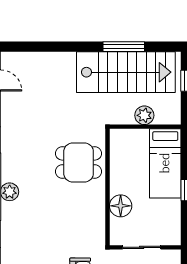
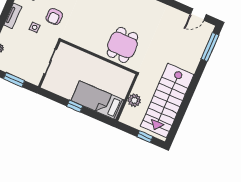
window: (124, 47) -> (210, 47), moved
floor lamp: (121, 206) -> (83, 60), removed

